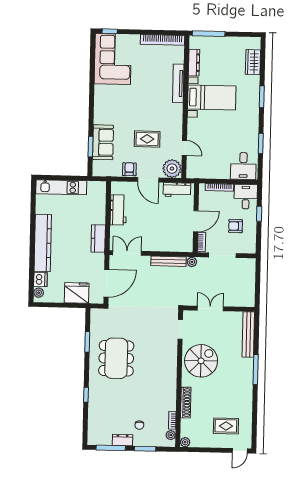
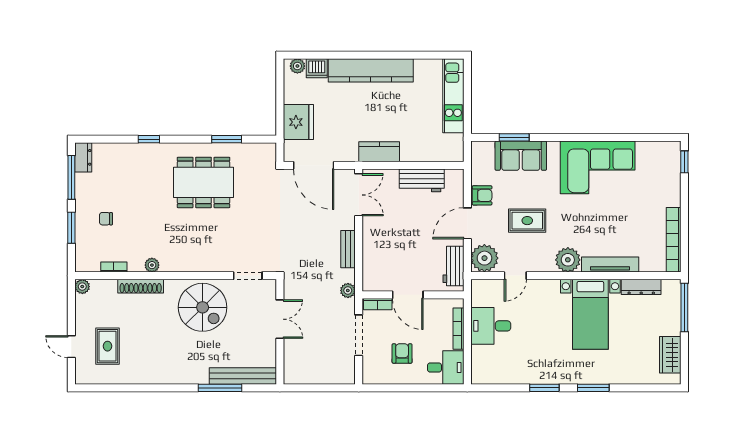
corner sofa: (113, 59) -> (598, 167), moved
wardrobe: (253, 62) -> (670, 355), moved, turned -90
plant: (174, 112) -> (568, 260), added
rug: (147, 139) -> (527, 221), turned 90
window: (261, 143) -> (544, 388), moved
desk: (243, 166) -> (491, 326), moved
window: (259, 214) -> (421, 388), removed
bench: (168, 261) -> (348, 249), width x0.73
window: (256, 369) -> (220, 388), moved
plant: (171, 435) -> (152, 265), moved
dresser: (122, 440) -> (83, 157), moved
door: (240, 451) -> (71, 347), moved

